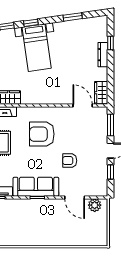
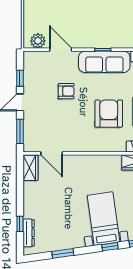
dresser: (103, 55) -> (29, 233), moved
armchair: (42, 134) -> (109, 114), moved, turned -90

